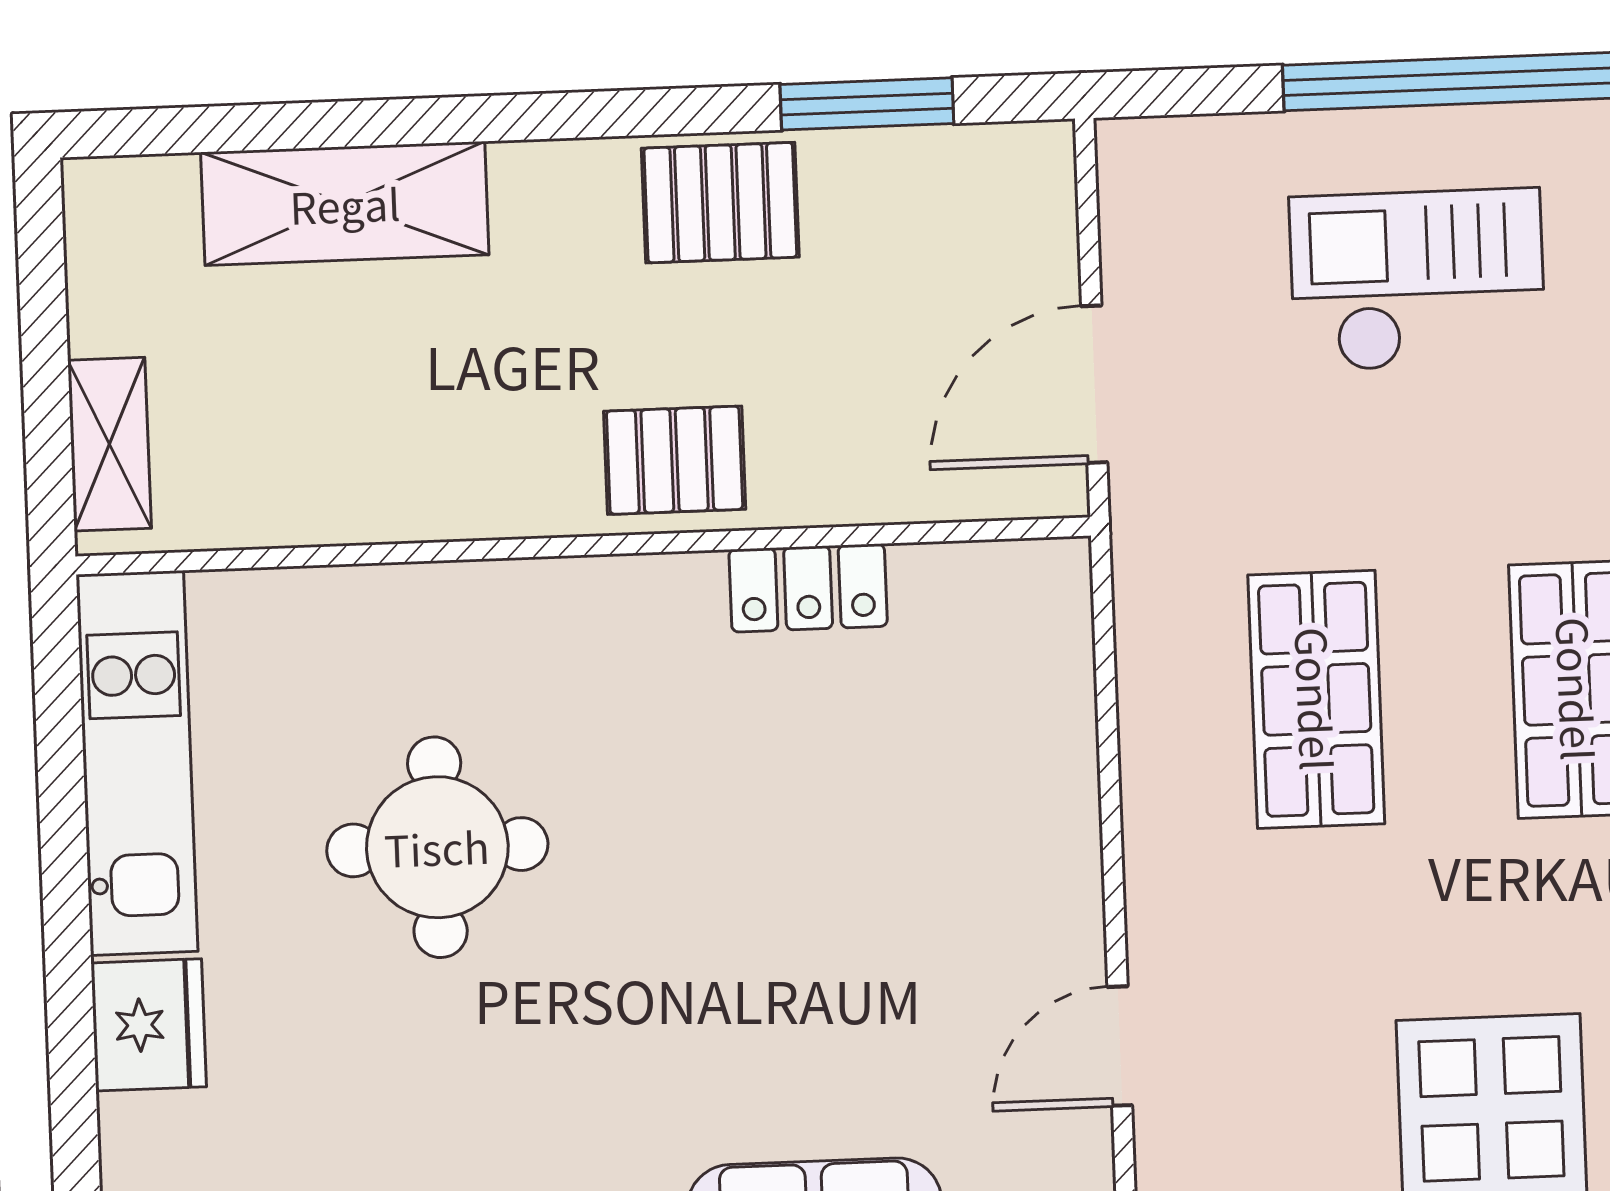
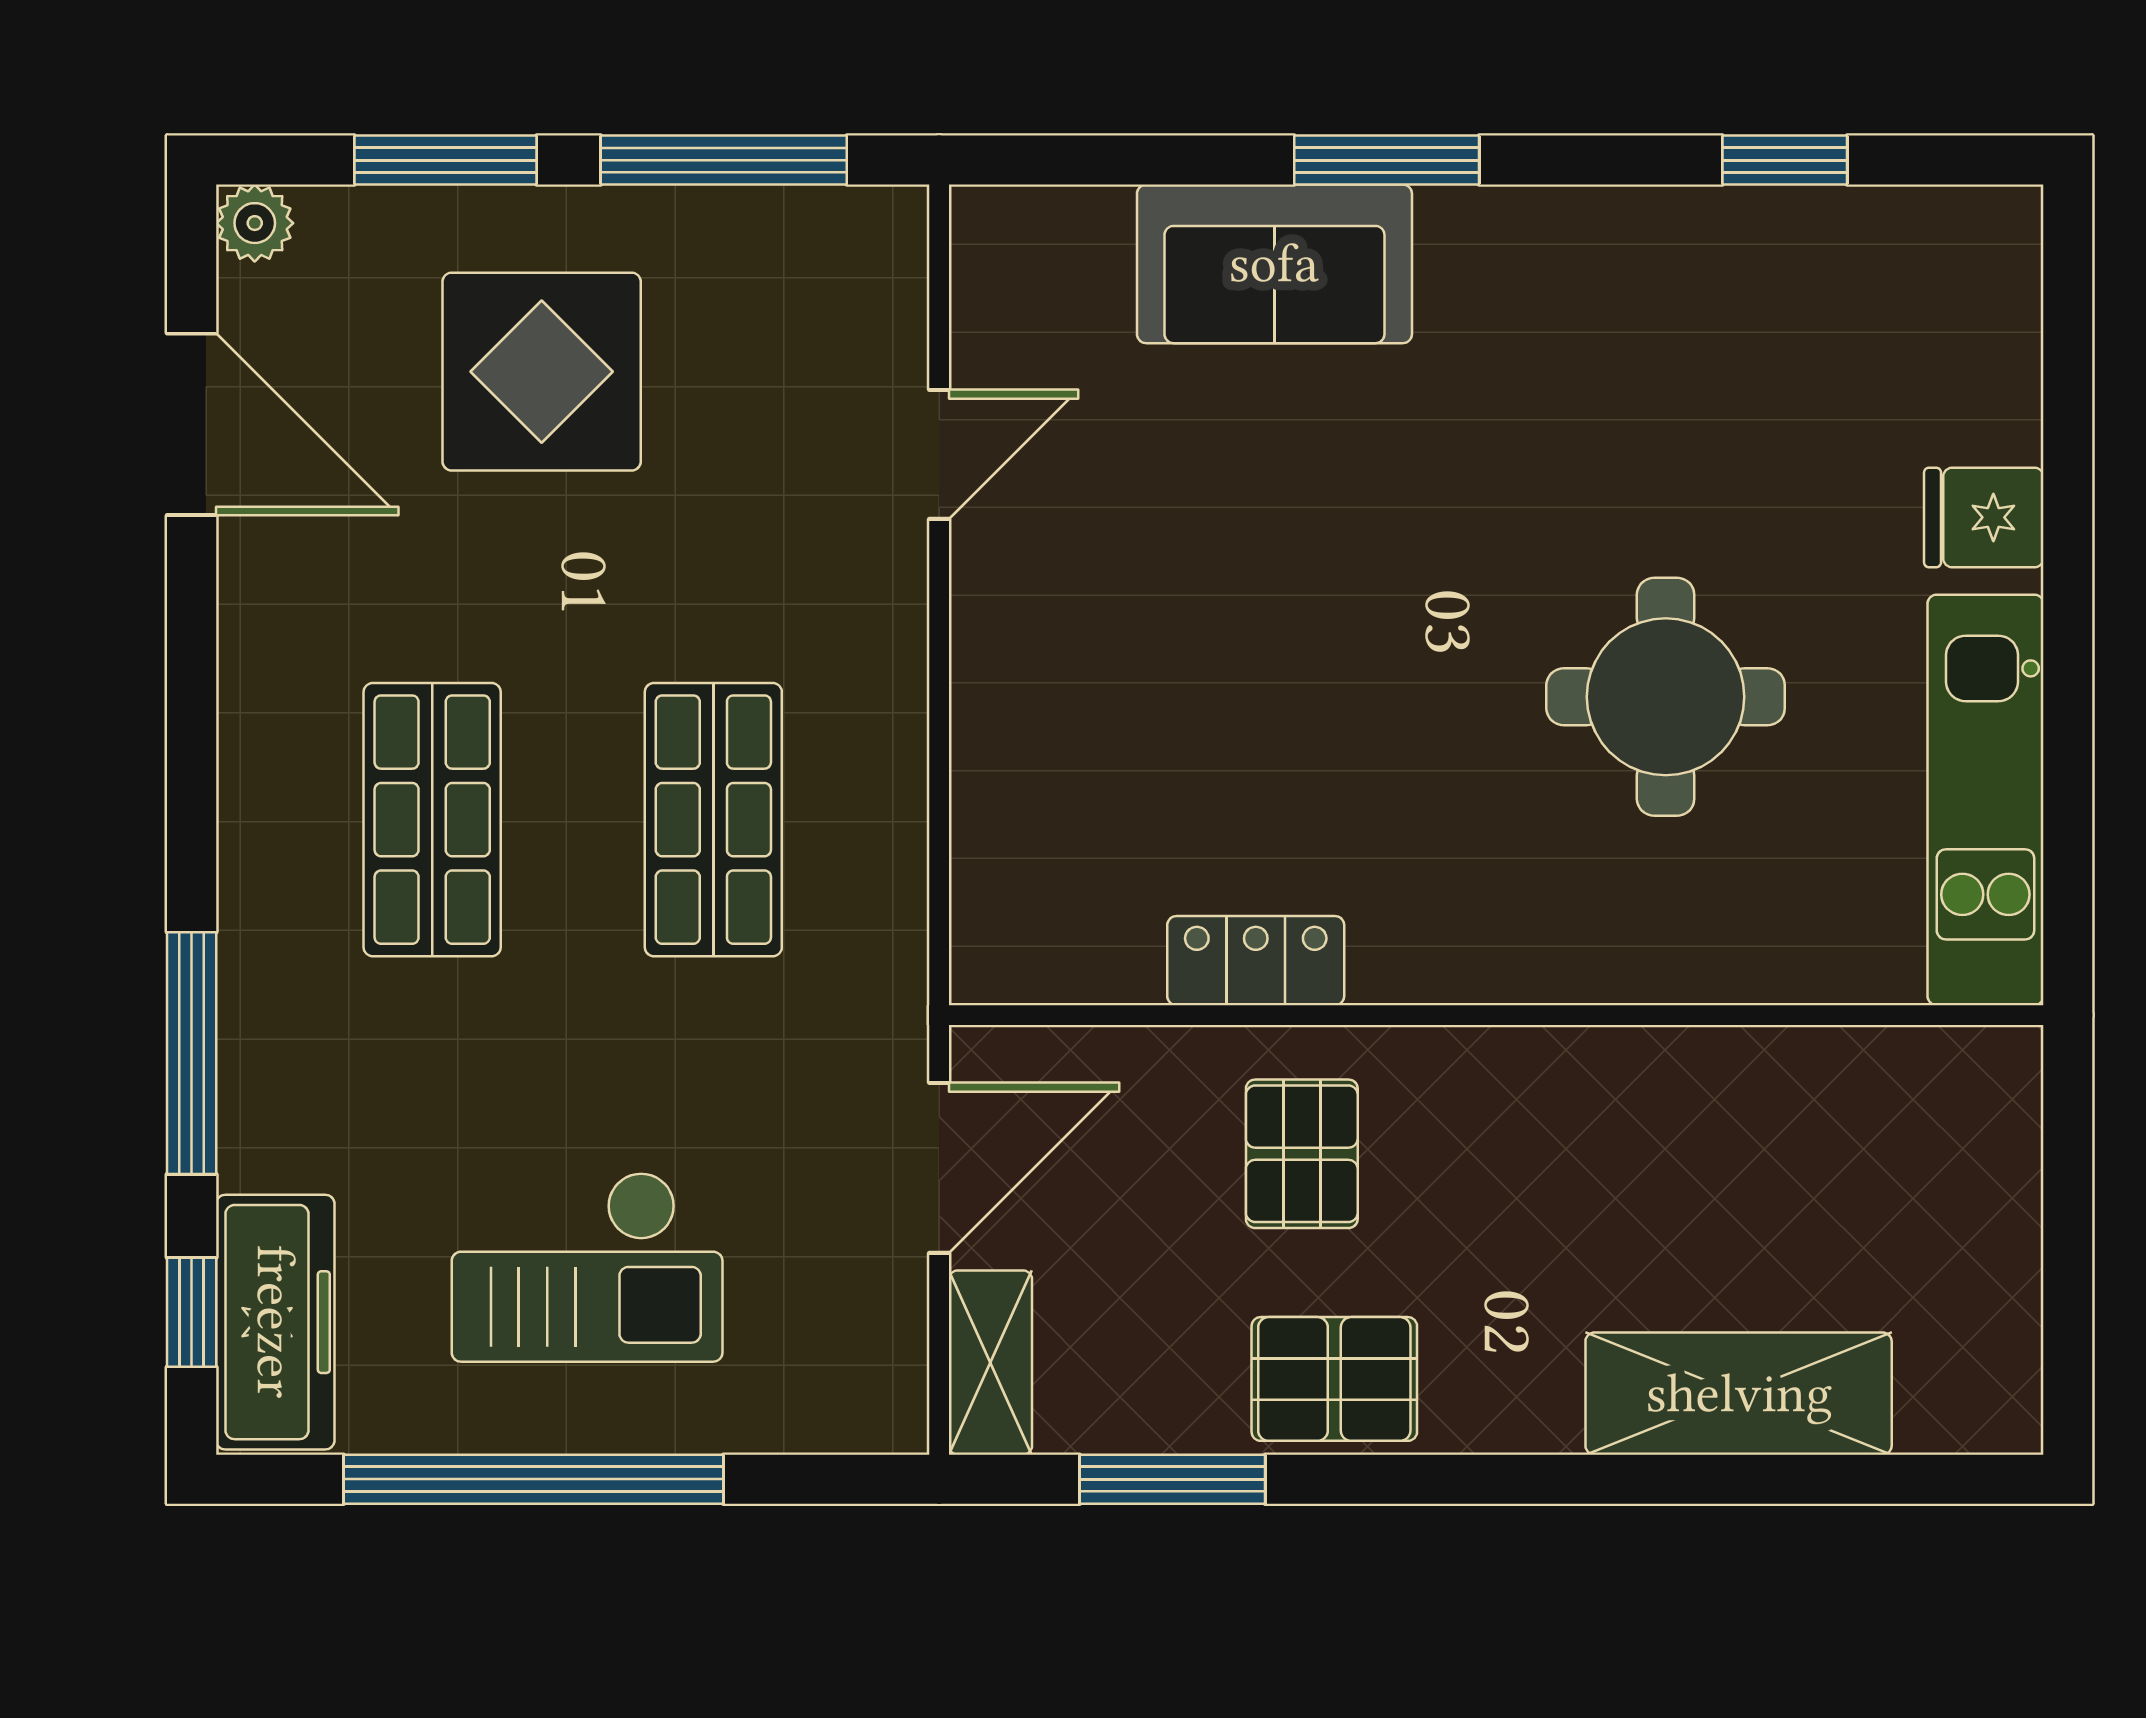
shelving: (109, 444) -> (990, 1363), moved
pallet: (675, 460) -> (1302, 1154), moved, turned 90
fridge: (149, 1025) -> (1984, 517), width x0.72

